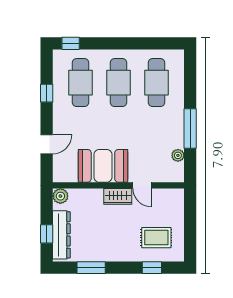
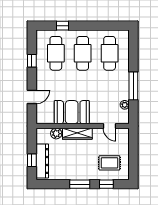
window: (71, 43) -> (63, 26), moved
door: (142, 185) -> (110, 126), moved
plant: (60, 196) -> (56, 134), moved
wardrobe: (118, 196) -> (77, 134), width x1.50
window: (91, 268) -> (80, 184), moved

